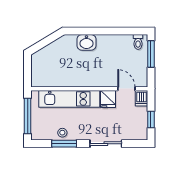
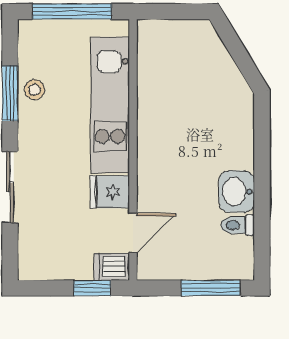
washbasin: (86, 42) -> (237, 192), moved
toilet: (138, 42) -> (238, 225), moved
window: (151, 119) -> (92, 288), moved

